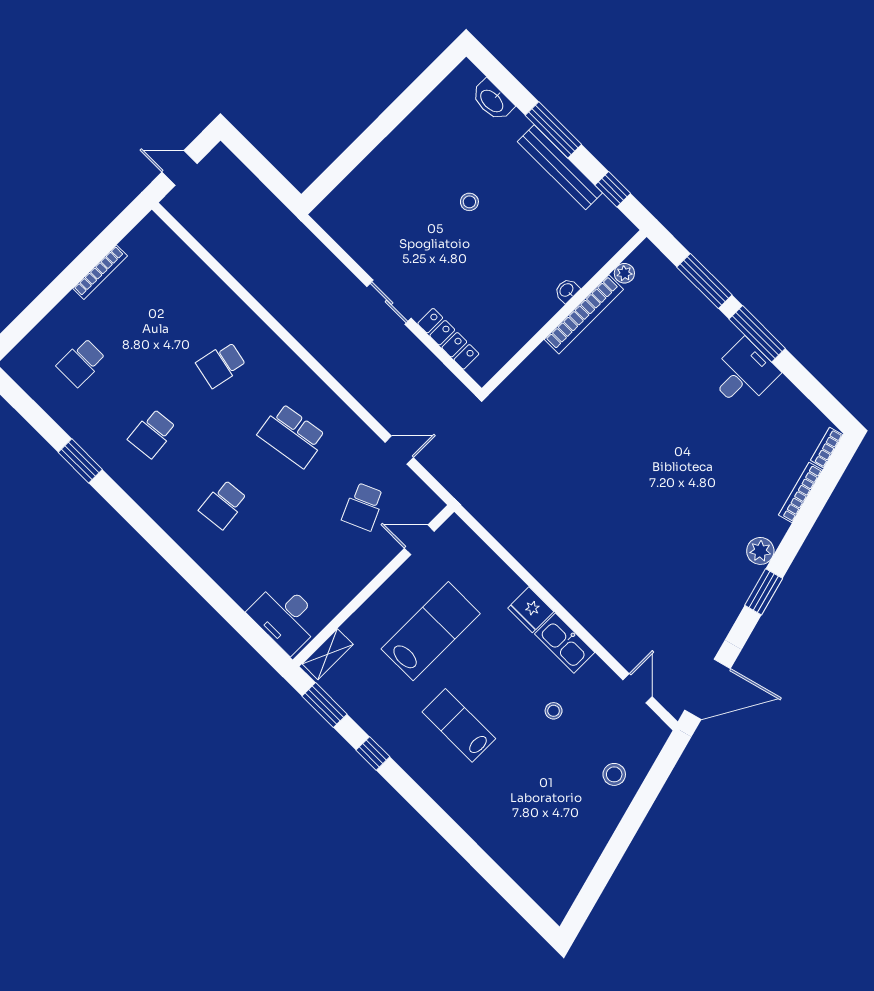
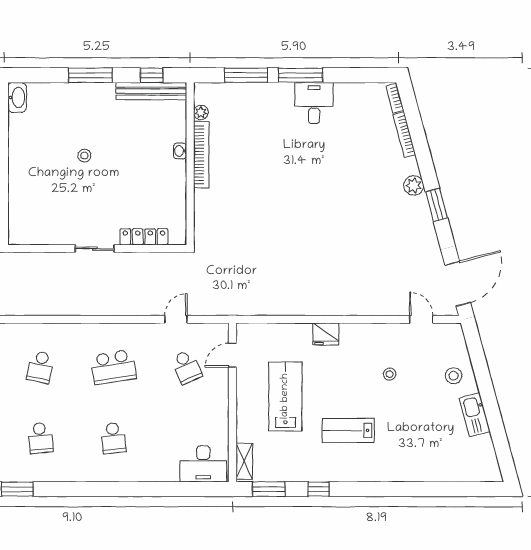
washbasin: (492, 100) -> (17, 97), moved, turned -90
bench: (560, 167) -> (151, 91), moved
kitchen sink: (565, 643) -> (475, 415), moved, turned 75

